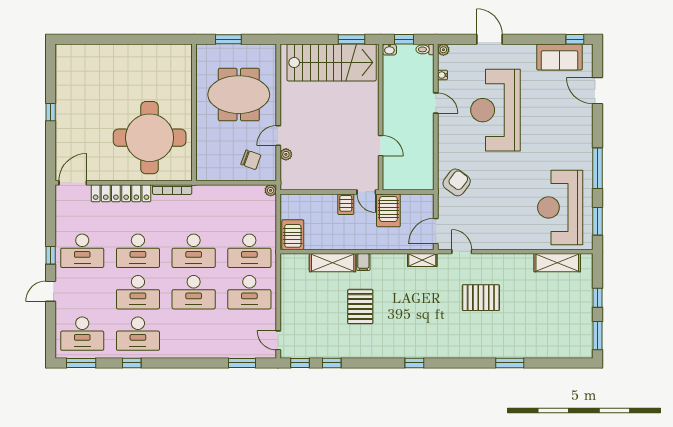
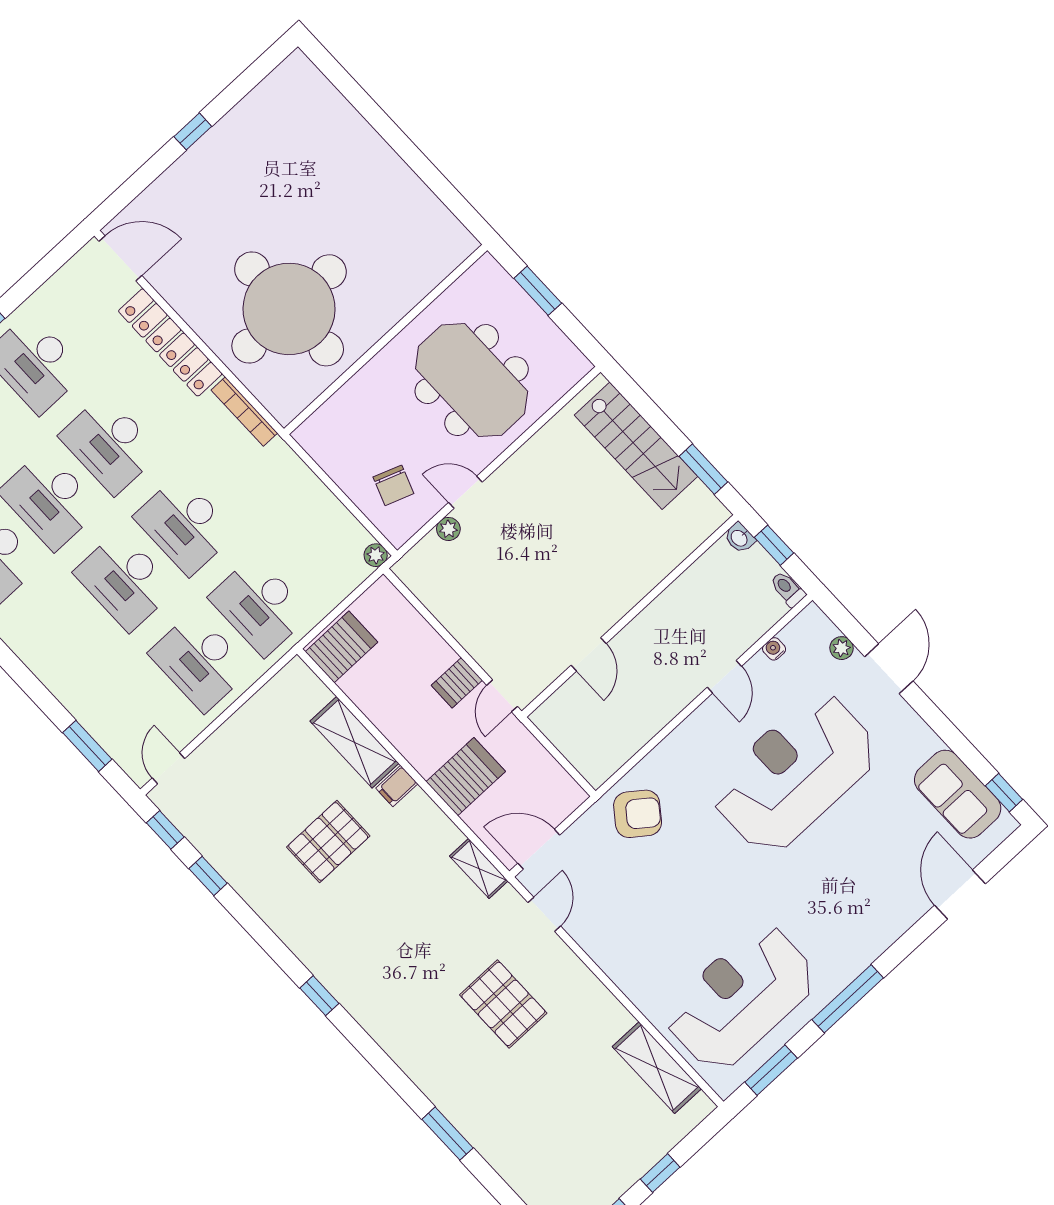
plant: (443, 50) -> (842, 648), moved
stairs: (332, 62) -> (636, 446), width x0.73, depth x0.66
server rack: (388, 210) -> (466, 777), moved, turned 180

